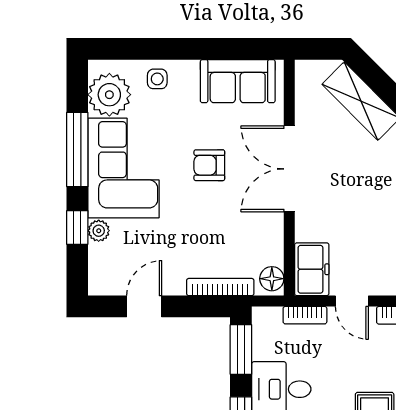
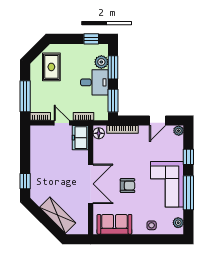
plant: (109, 95) -> (178, 223), width x0.53, depth x0.53
plant: (99, 231) -> (179, 131), moved

